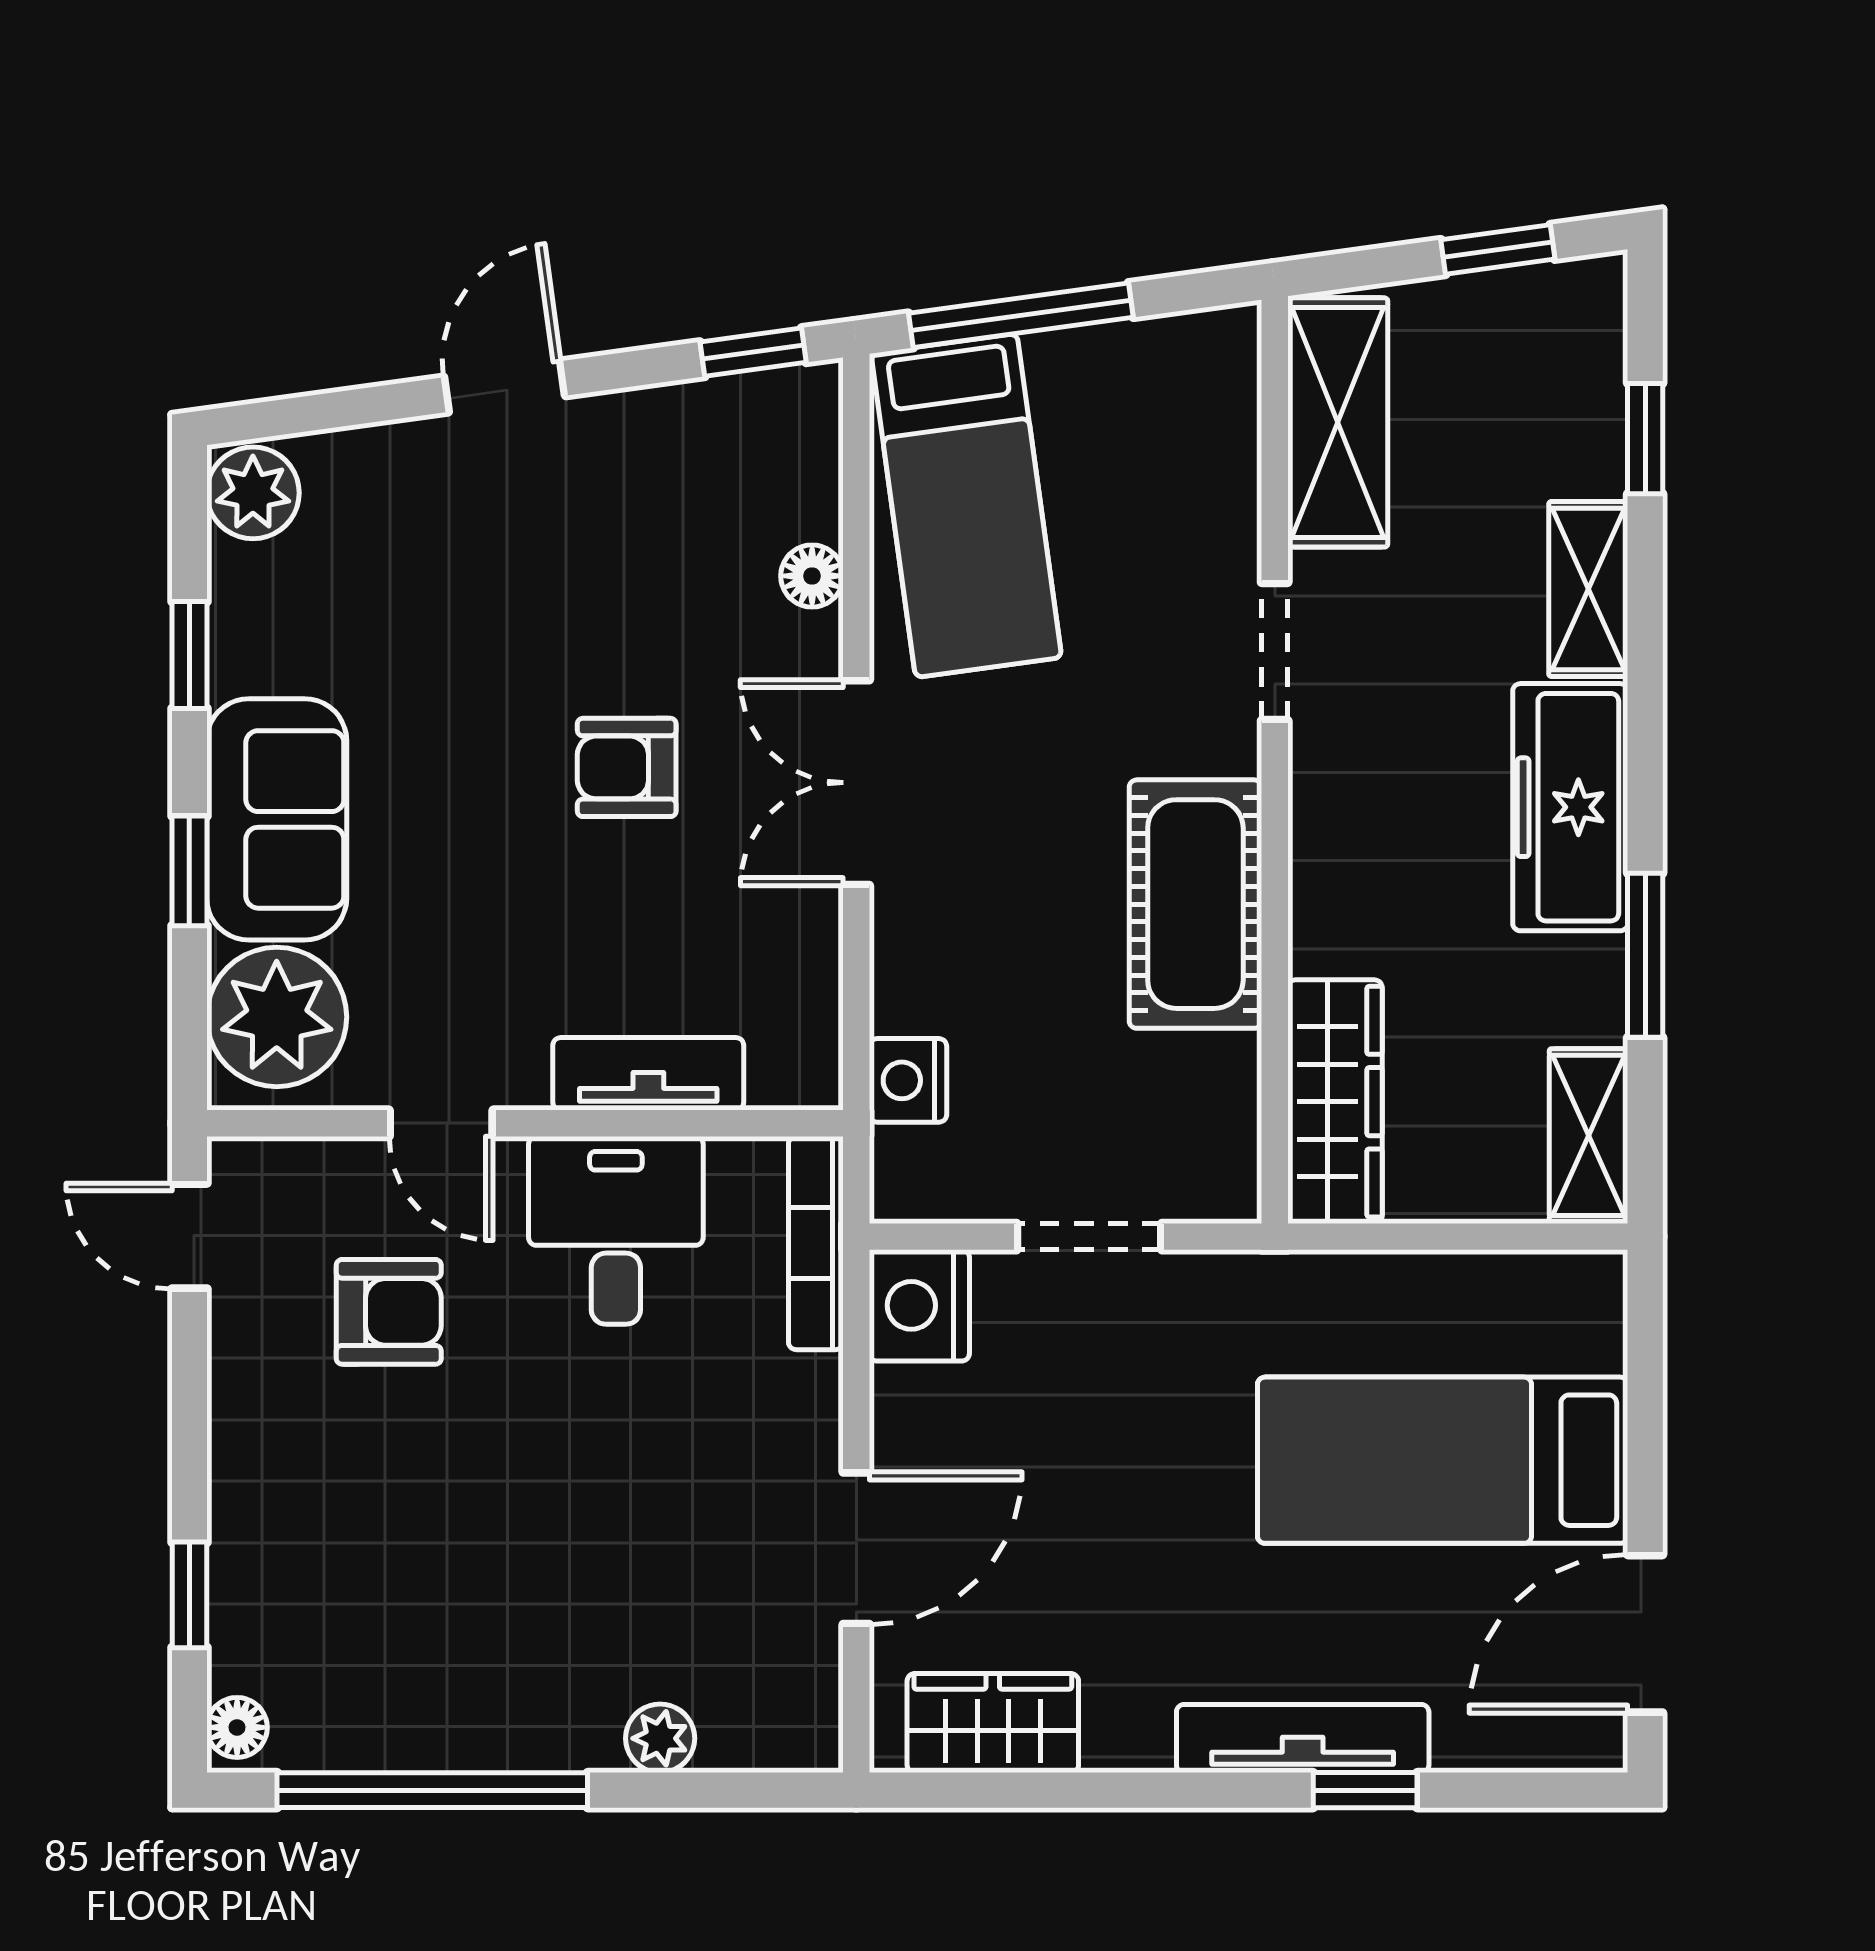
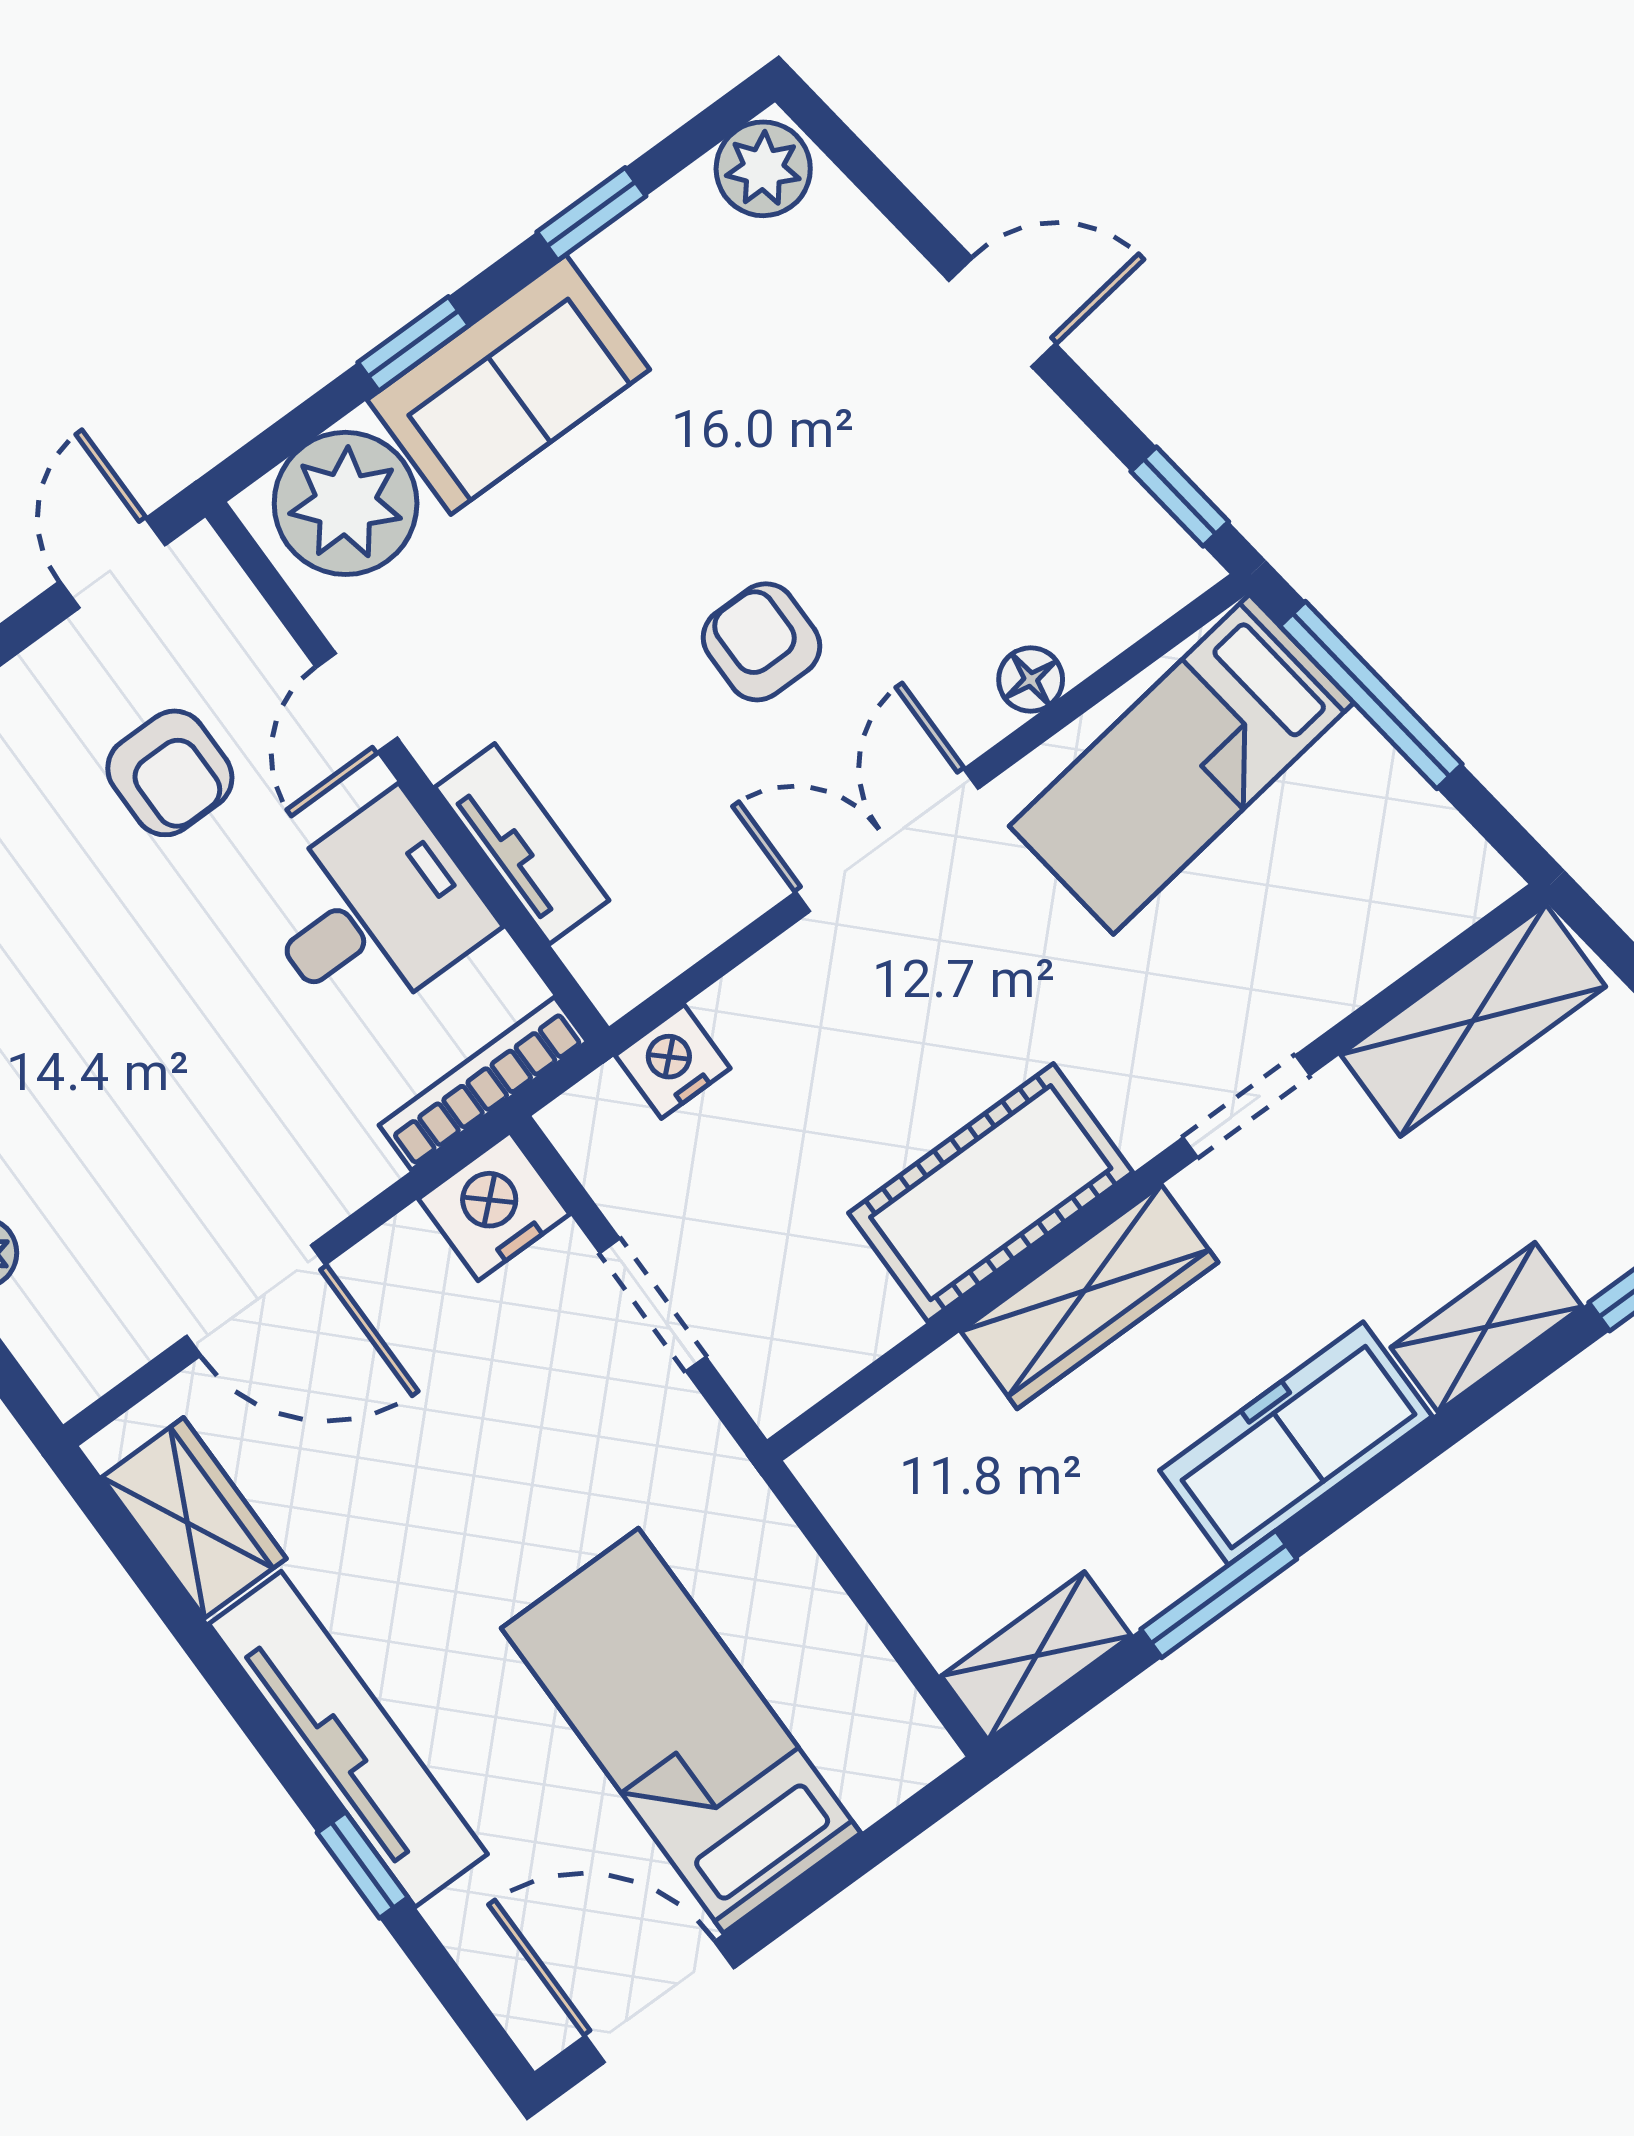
wardrobe: (1335, 1102) -> (1089, 1297), moved
tv unit: (1303, 1738) -> (348, 1739), width x1.36, depth x1.29

